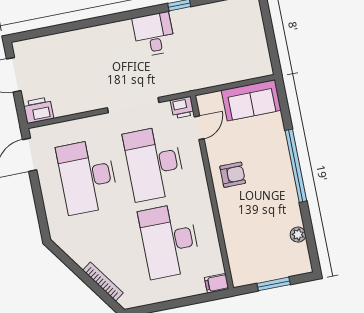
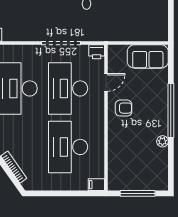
door: (199, 128) -> (106, 82), moved
plant: (298, 235) -> (162, 141), moved
window: (274, 284) -> (138, 193), width x1.44

